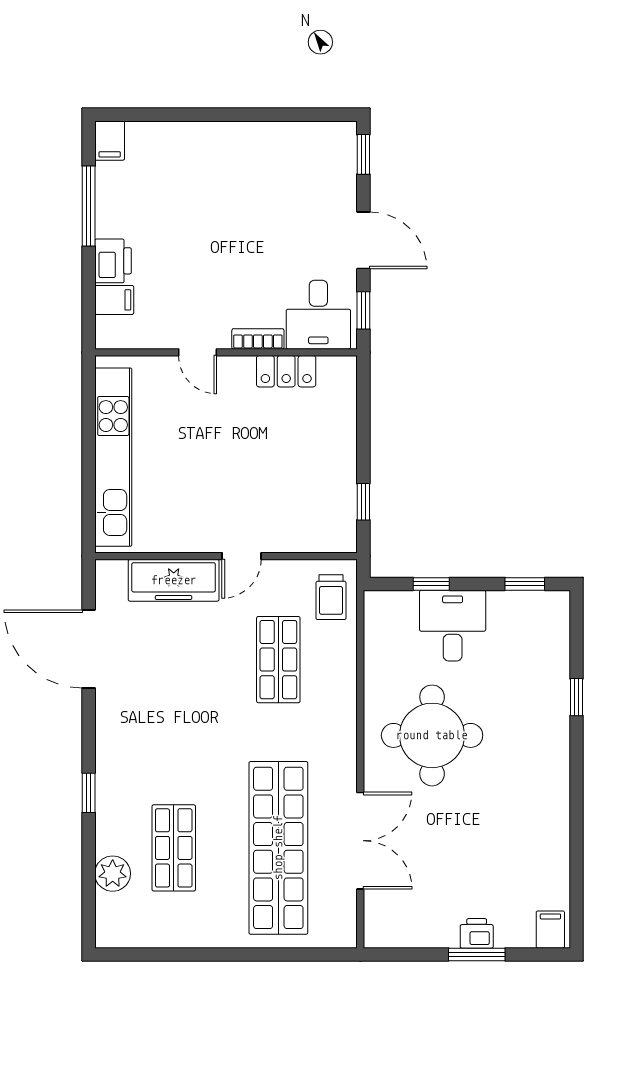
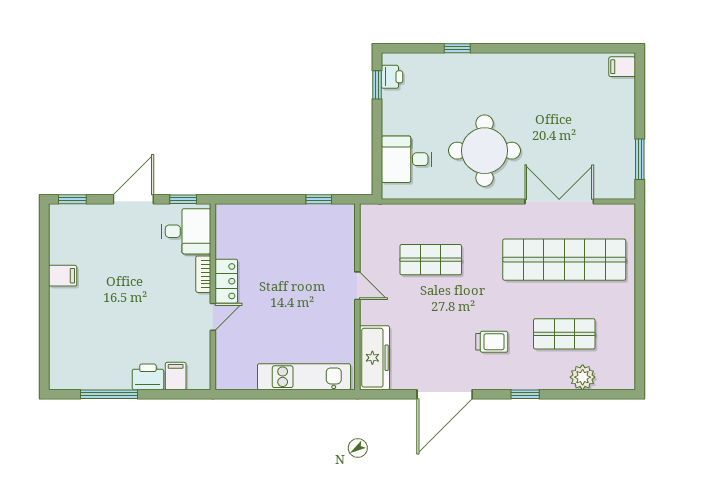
filing cabinet: (110, 141) -> (63, 276), moved
locker: (286, 371) -> (226, 281), moved
kitchen unit: (113, 457) -> (304, 377), width x0.73
freezer: (174, 580) -> (374, 358), moved
window: (431, 584) -> (377, 151), removed
trolley: (331, 597) -> (492, 342), moved
desk: (453, 626) -> (407, 159), moved
door: (89, 649) -> (445, 394), moved
printer: (477, 933) -> (392, 77), moved, turned 180
window: (477, 954) -> (640, 159), moved

